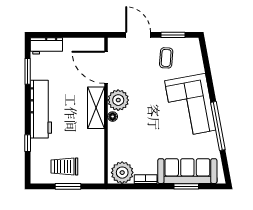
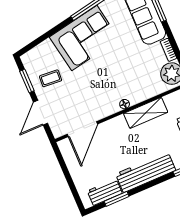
workbench: (46, 46) -> (105, 192), moved, turned -90
plant: (118, 100) -> (107, 105), removed
shelving: (96, 108) -> (146, 113), moved

